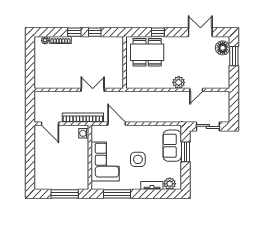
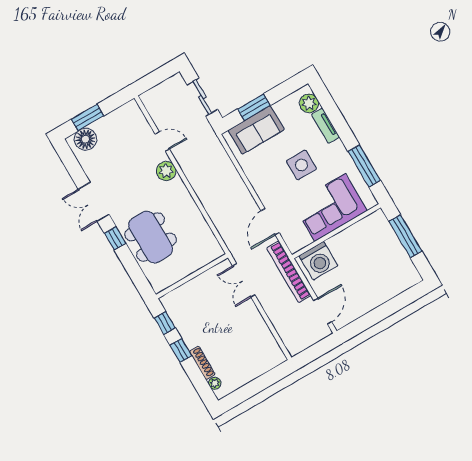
double door: (200, 32) -> (94, 202), moved
wall: (125, 62) -> (192, 276), moved
washing machine: (84, 133) -> (318, 261), width x1.89, depth x1.89

